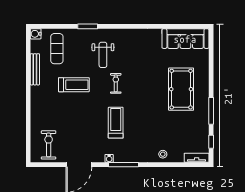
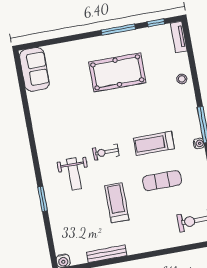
sofa: (185, 39) -> (34, 69), width x0.73
exercise mat: (57, 49) -> (162, 181), moved
weight bench: (103, 55) -> (74, 174), turned 90
pool table: (181, 89) -> (117, 72), moved

